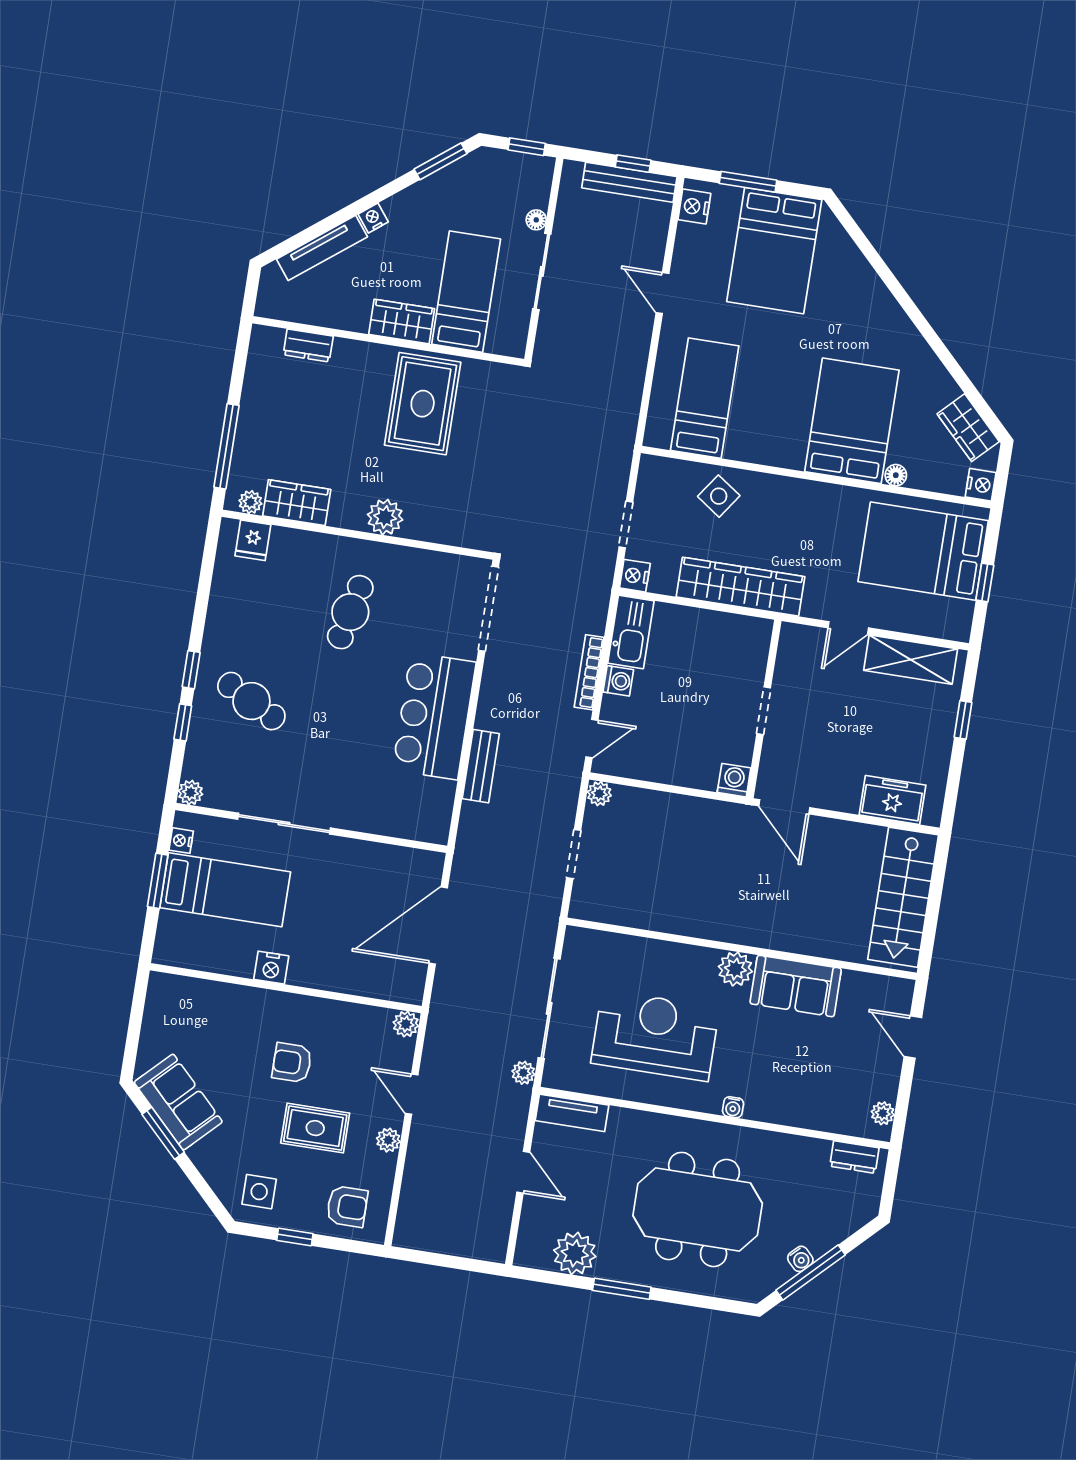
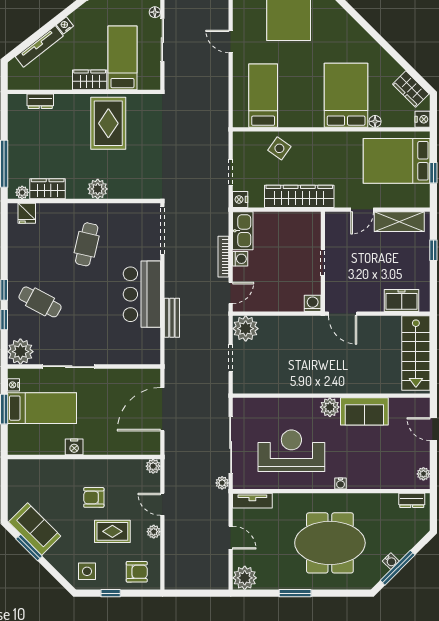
plant: (190, 793) -> (20, 352), width x1.88, depth x1.88
plant: (599, 794) -> (246, 329), width x1.88, depth x1.88
plant: (575, 1253) -> (245, 578), moved

